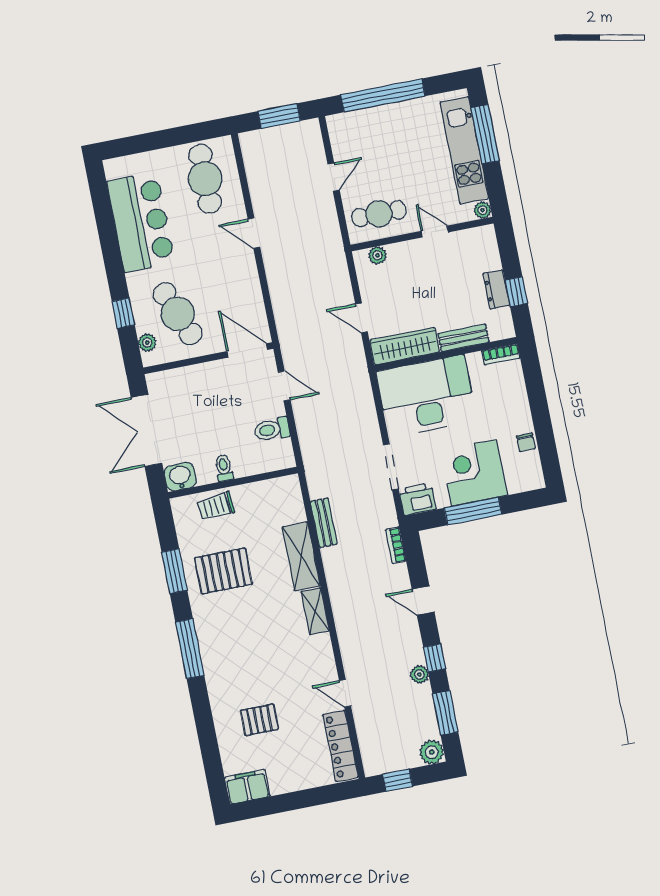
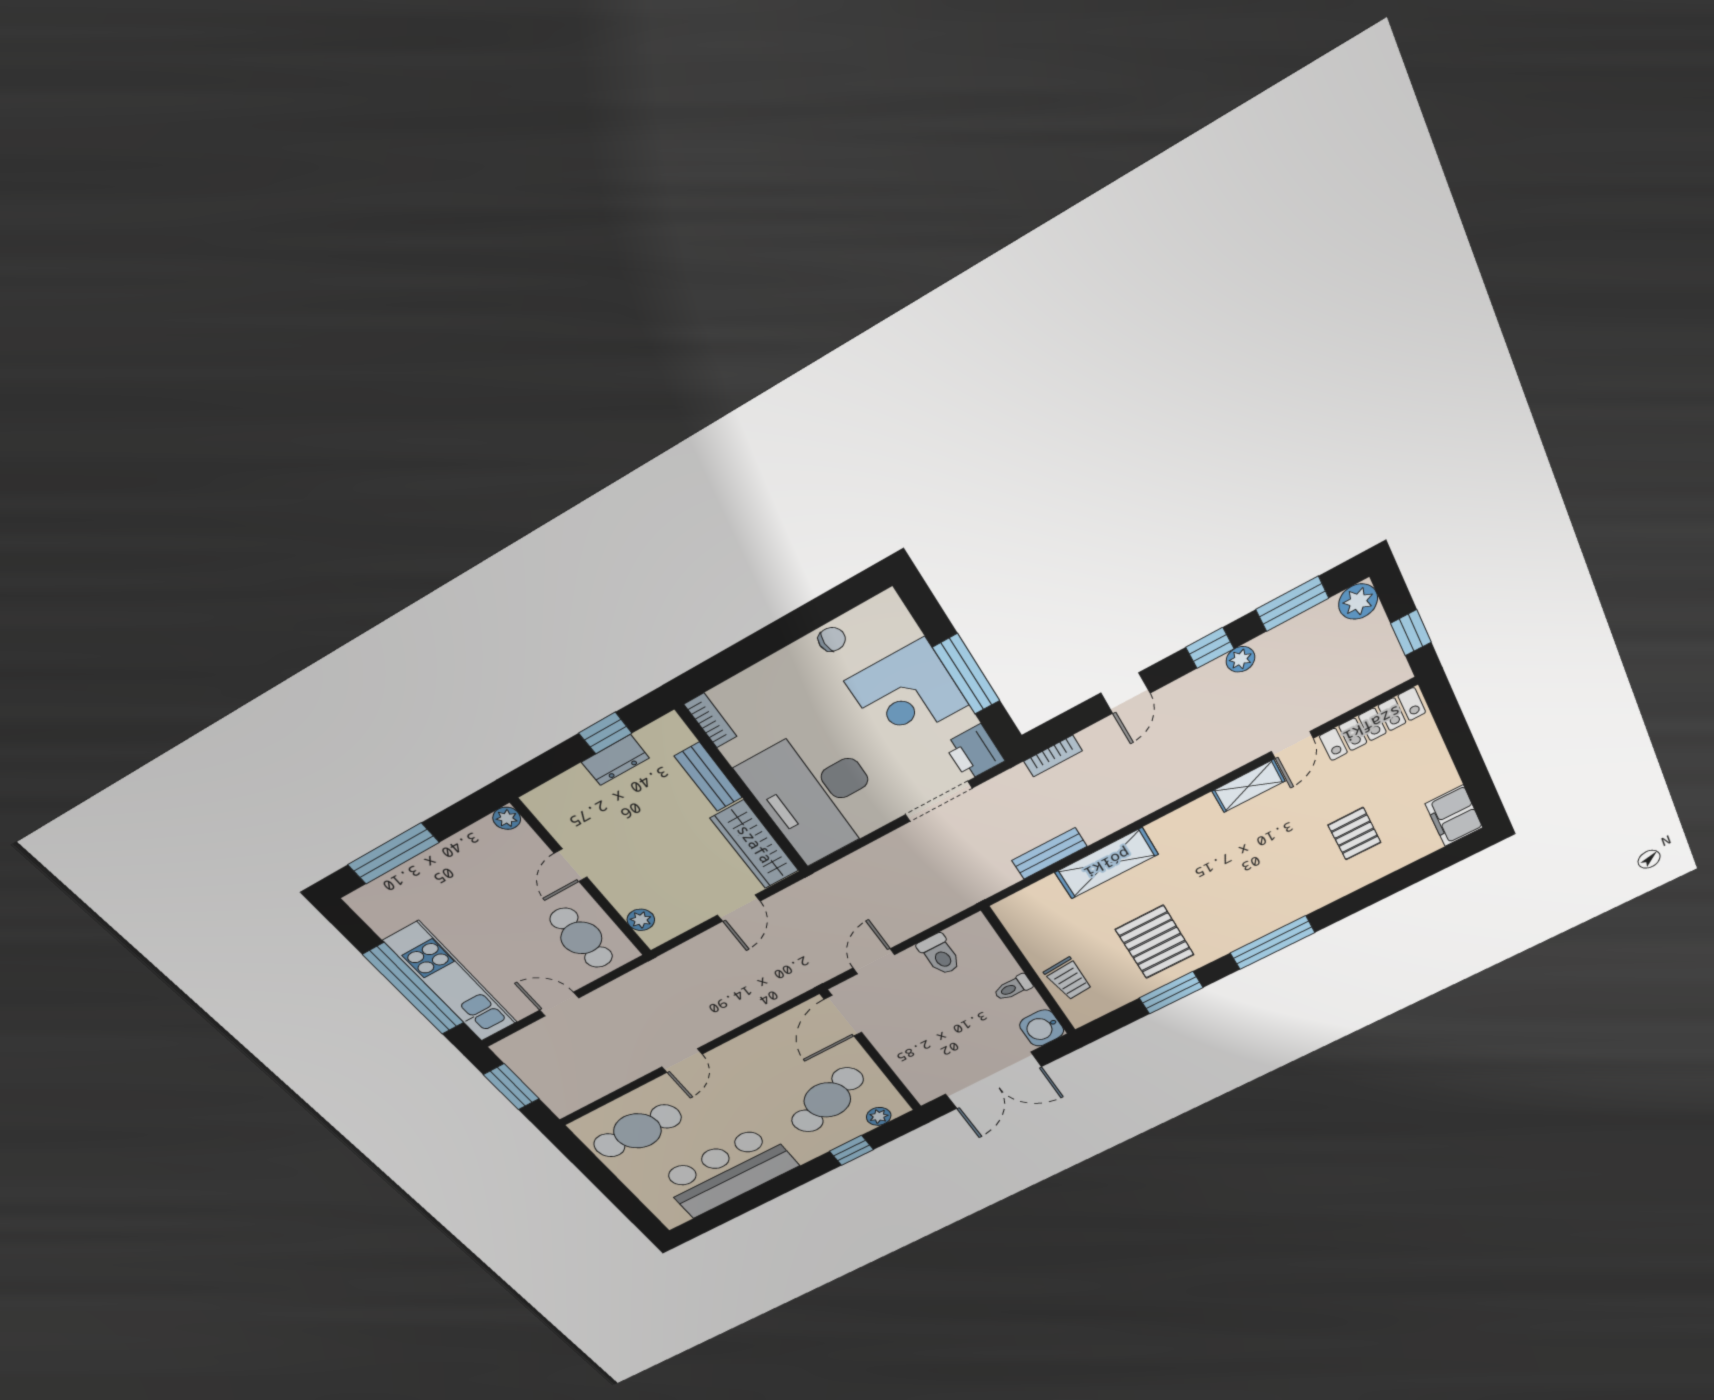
kitchen unit: (464, 150) -> (451, 982), moved, turned -90
shelving: (315, 611) -> (1249, 786), moved

